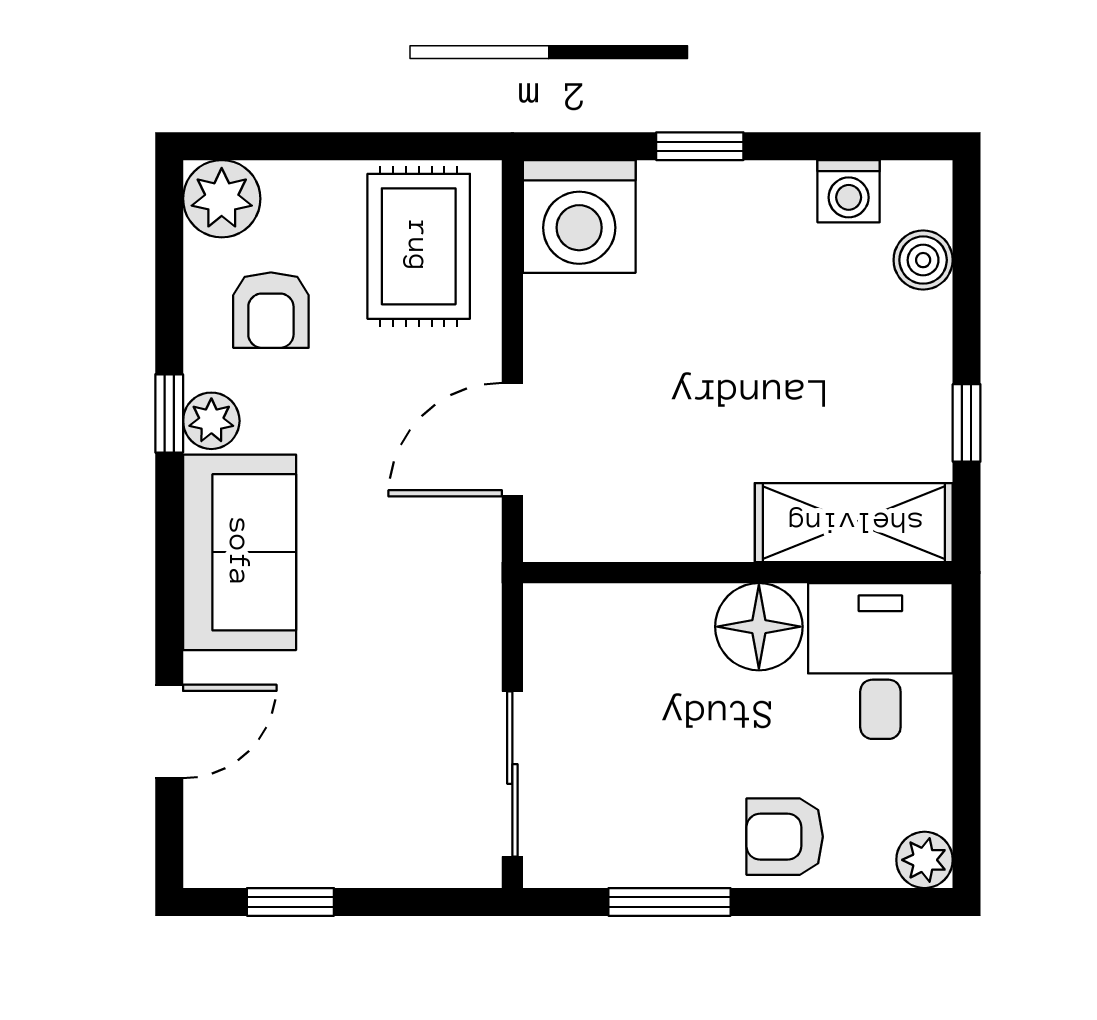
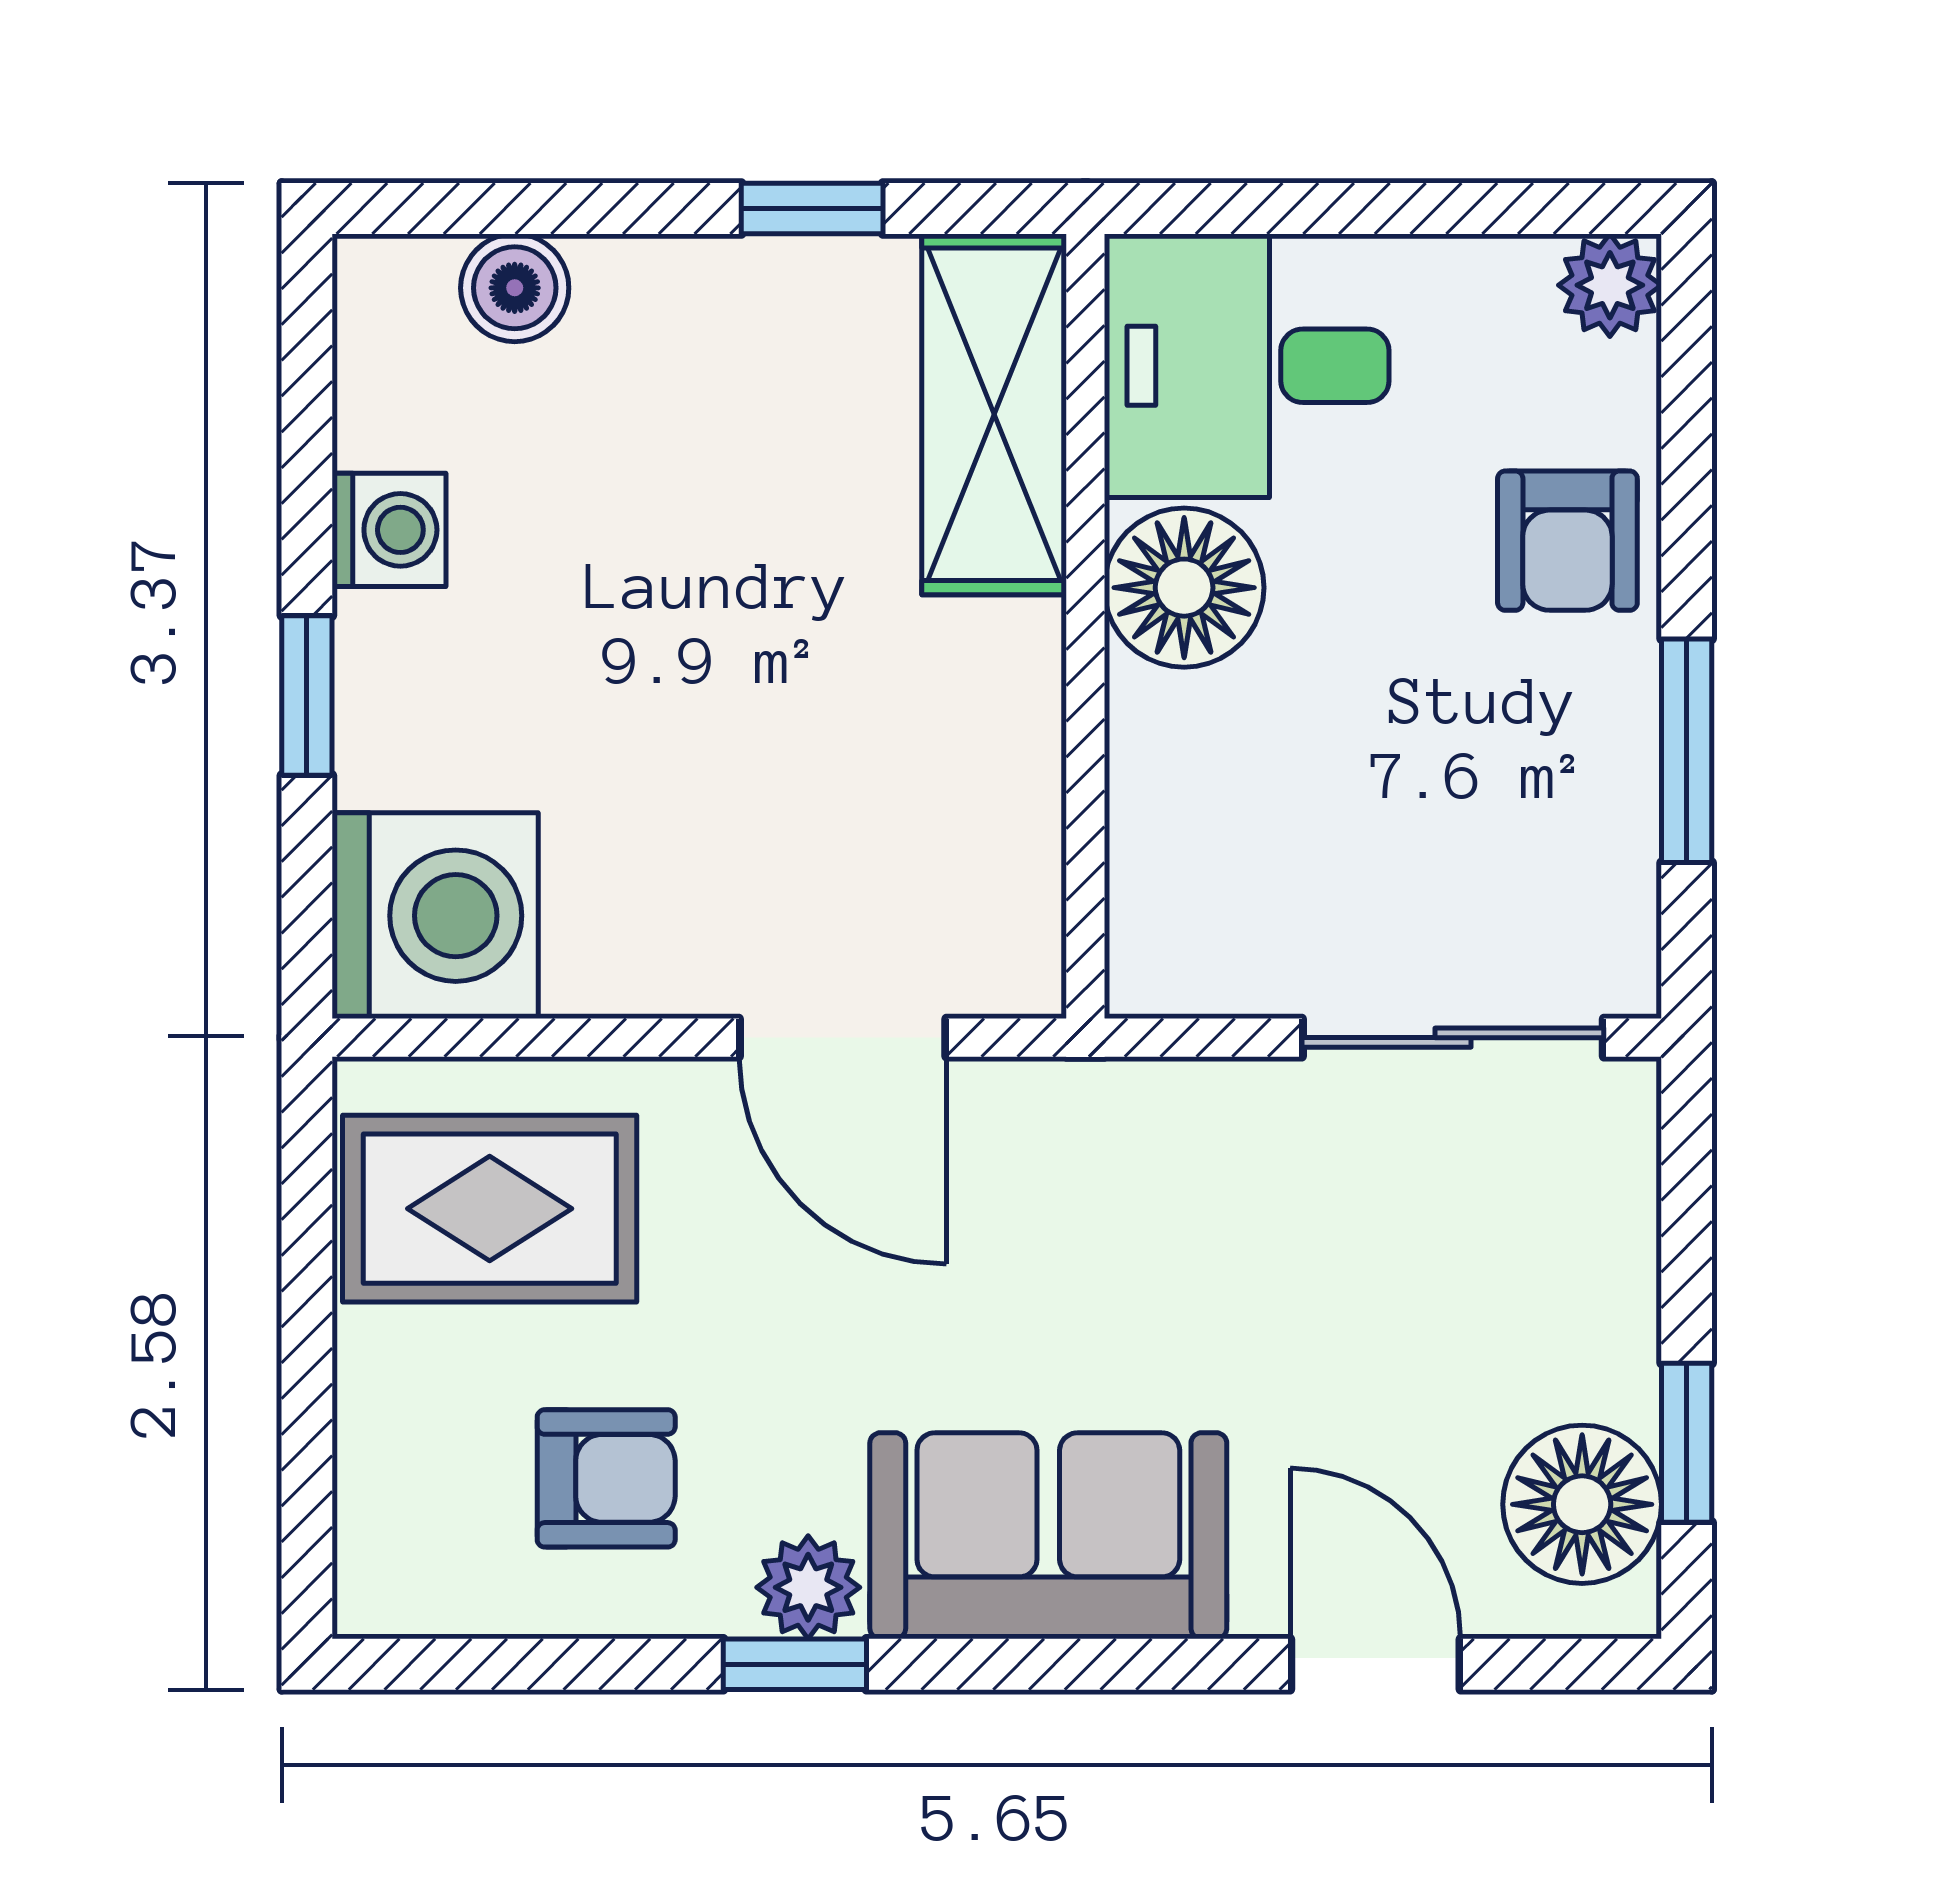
washing machine: (849, 191) -> (389, 530), moved
plant: (222, 199) -> (403, 1568), removed
floor lamp: (257, 845) -> (1582, 1504), added

